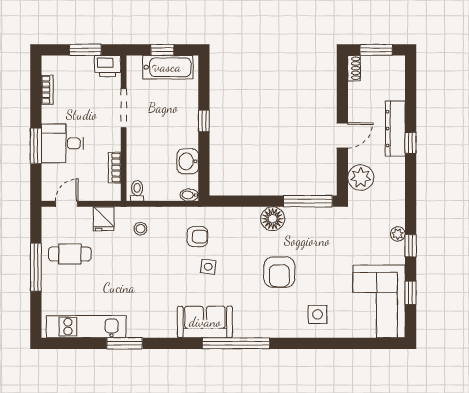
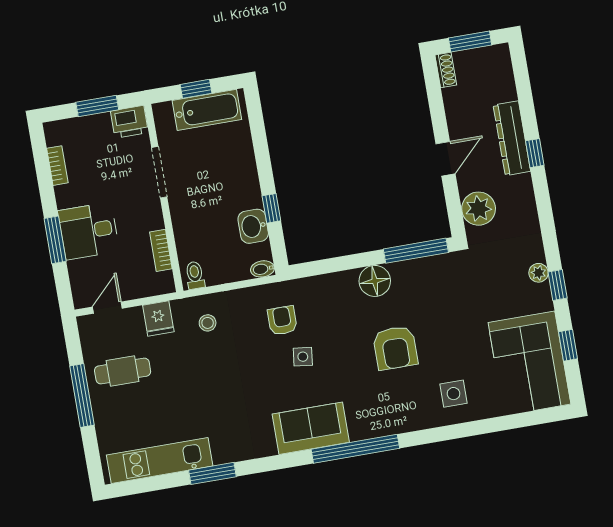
window: (204, 121) -> (271, 208), moved
armchair: (197, 237) -> (282, 320), turned -90

